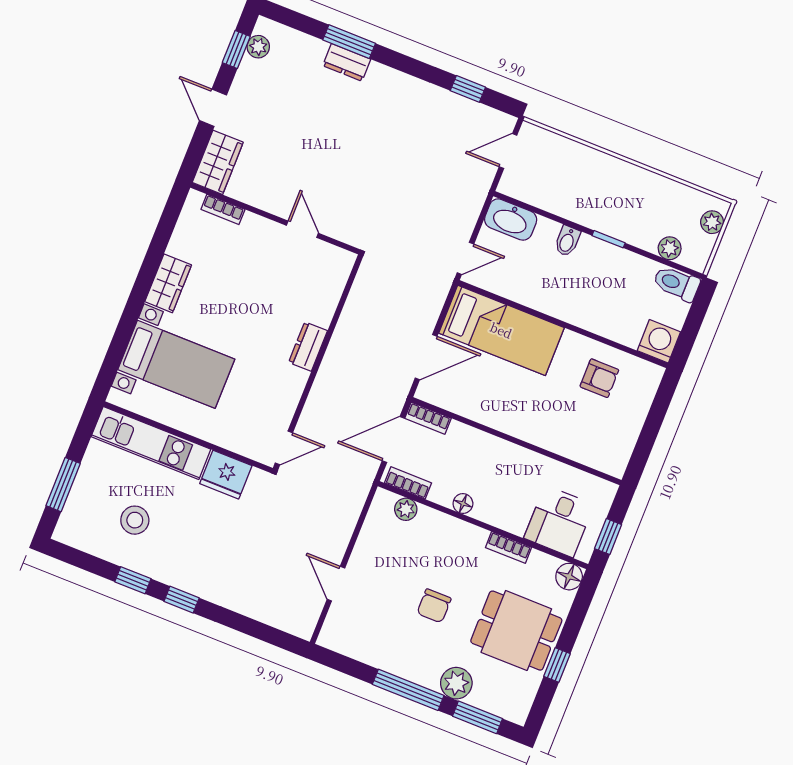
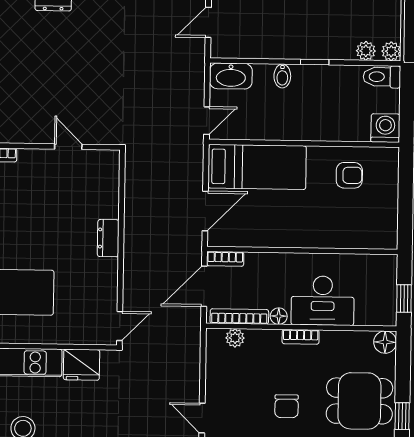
plant: (712, 222) -> (391, 51), moved
bookcase: (408, 483) -> (239, 316), width x1.56
desk: (559, 521) -> (323, 301), moved, width x1.37
bookcase: (508, 547) -> (301, 337), moved

